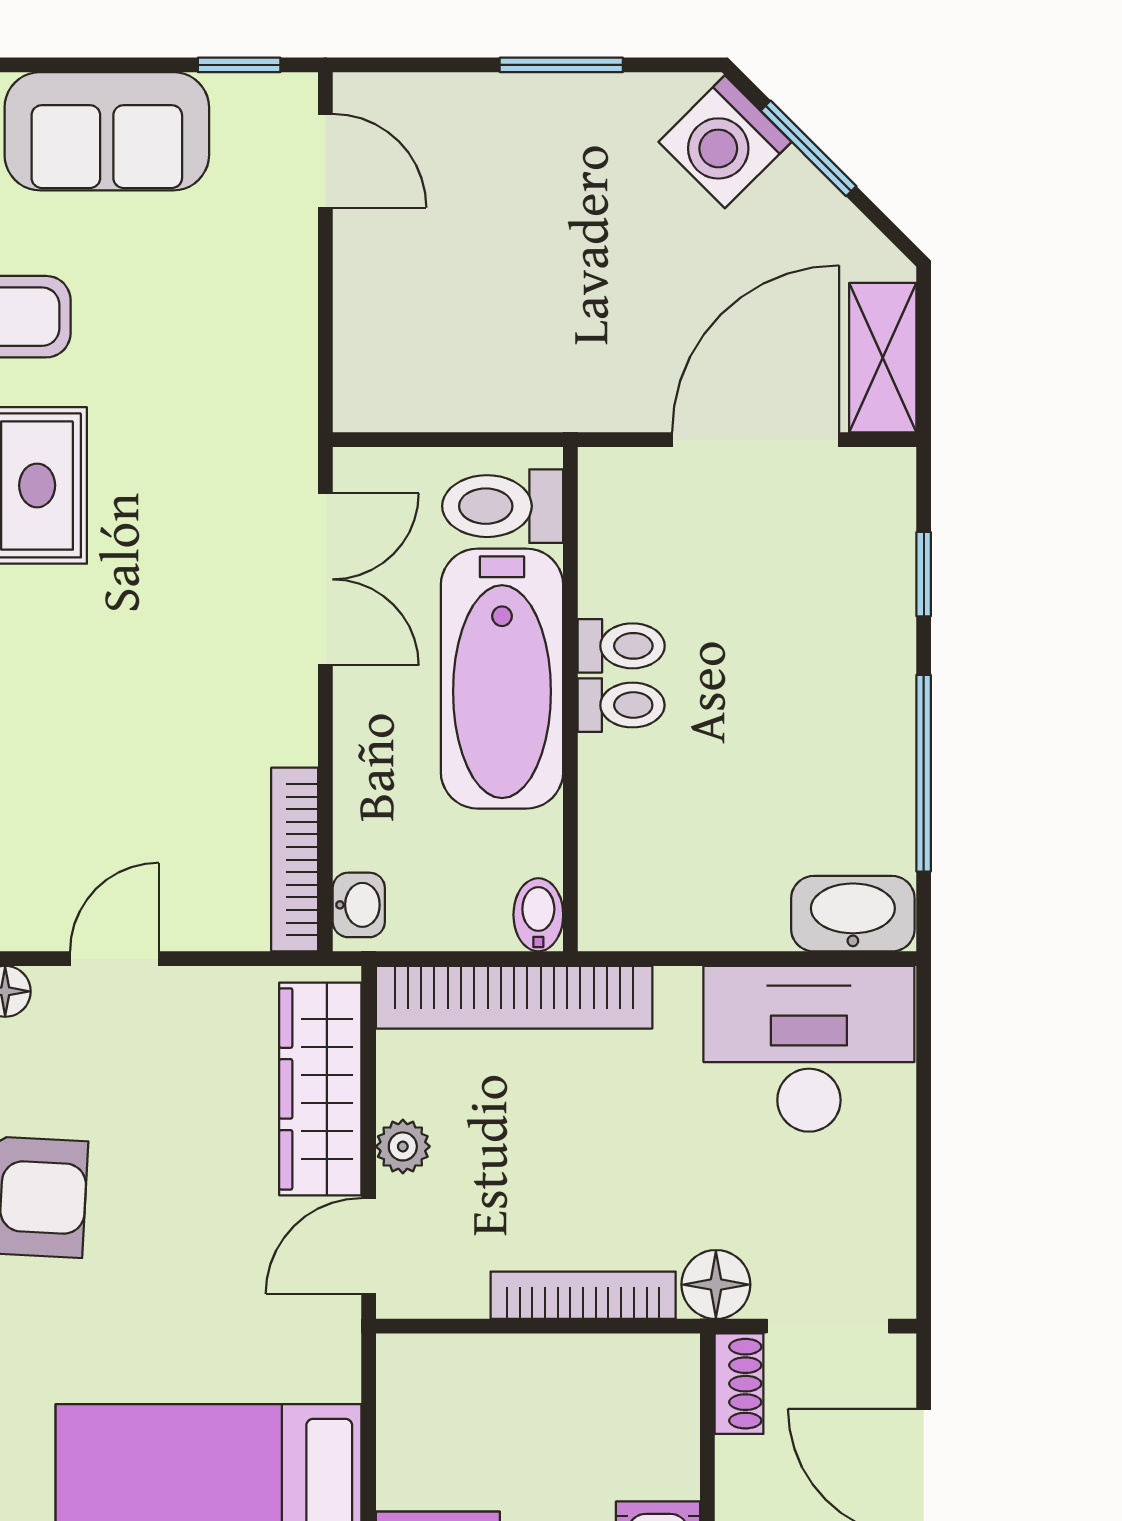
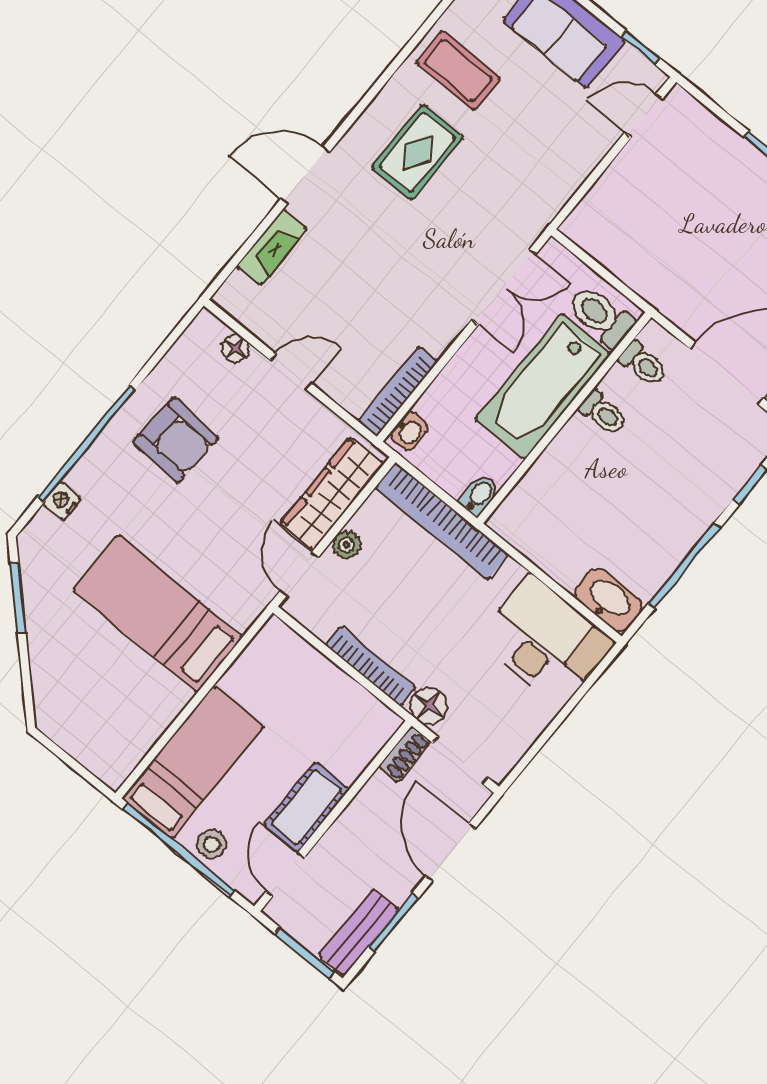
door: (325, 161) -> (644, 116), swing flipped
toilet: (621, 705) -> (643, 364), moved
door: (369, 1246) -> (299, 574), hinge flipped

